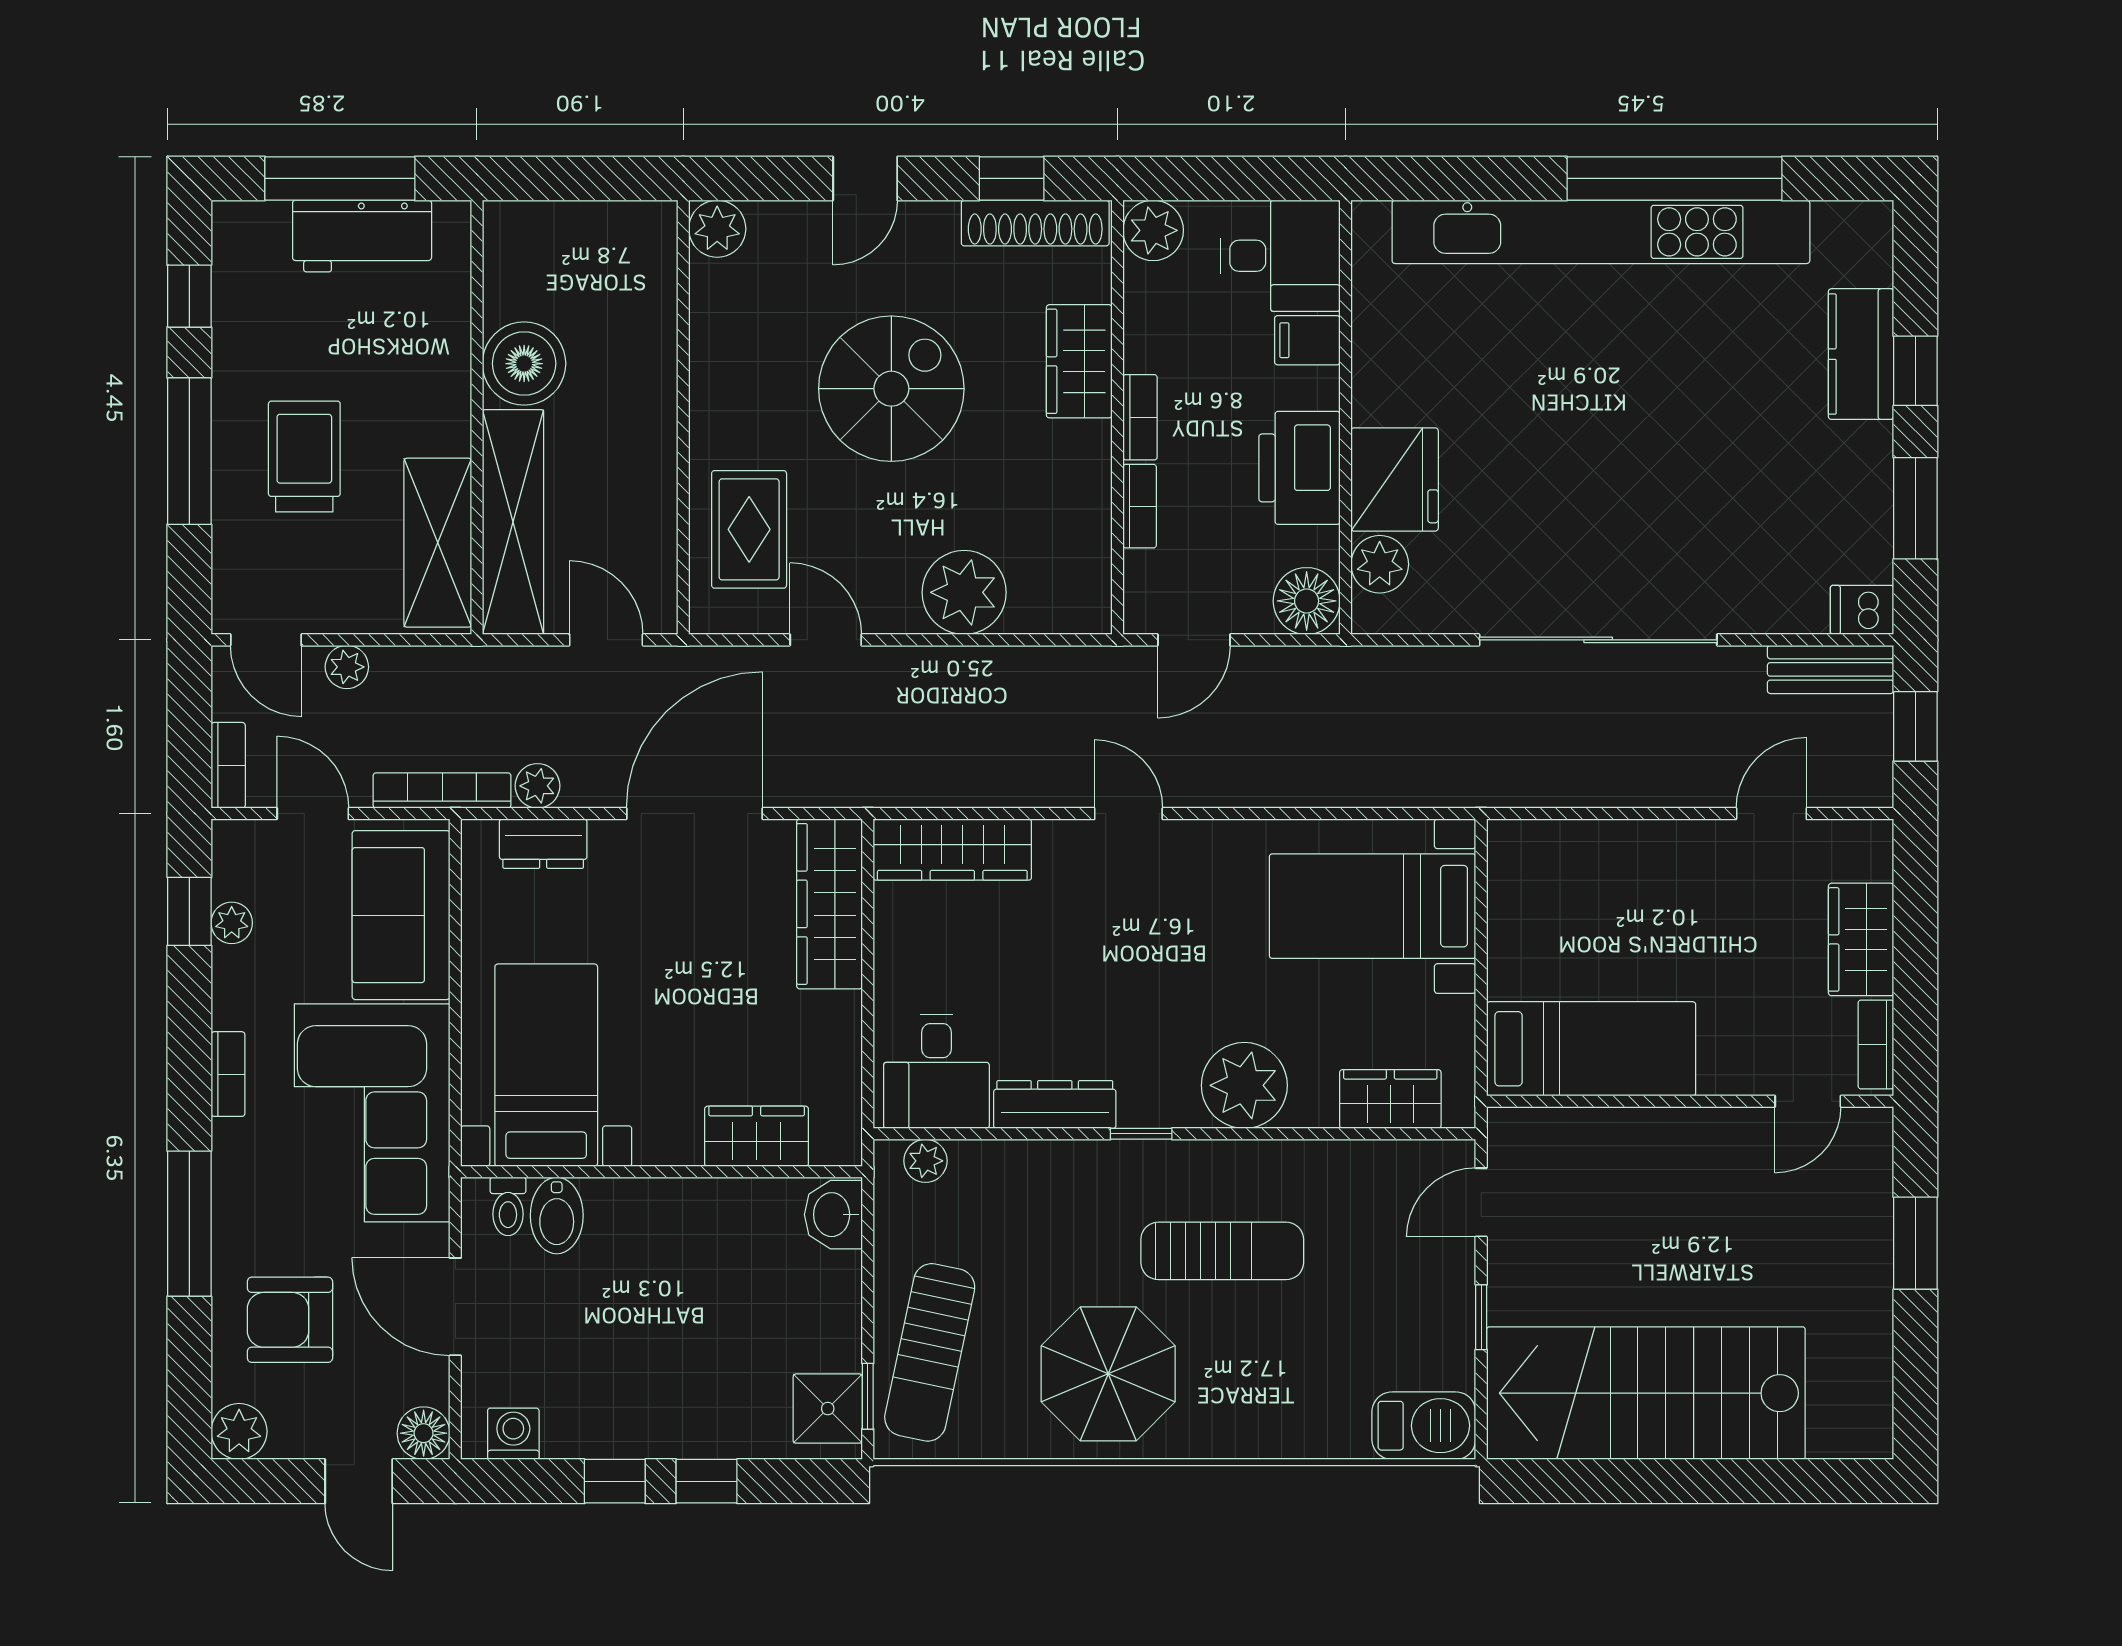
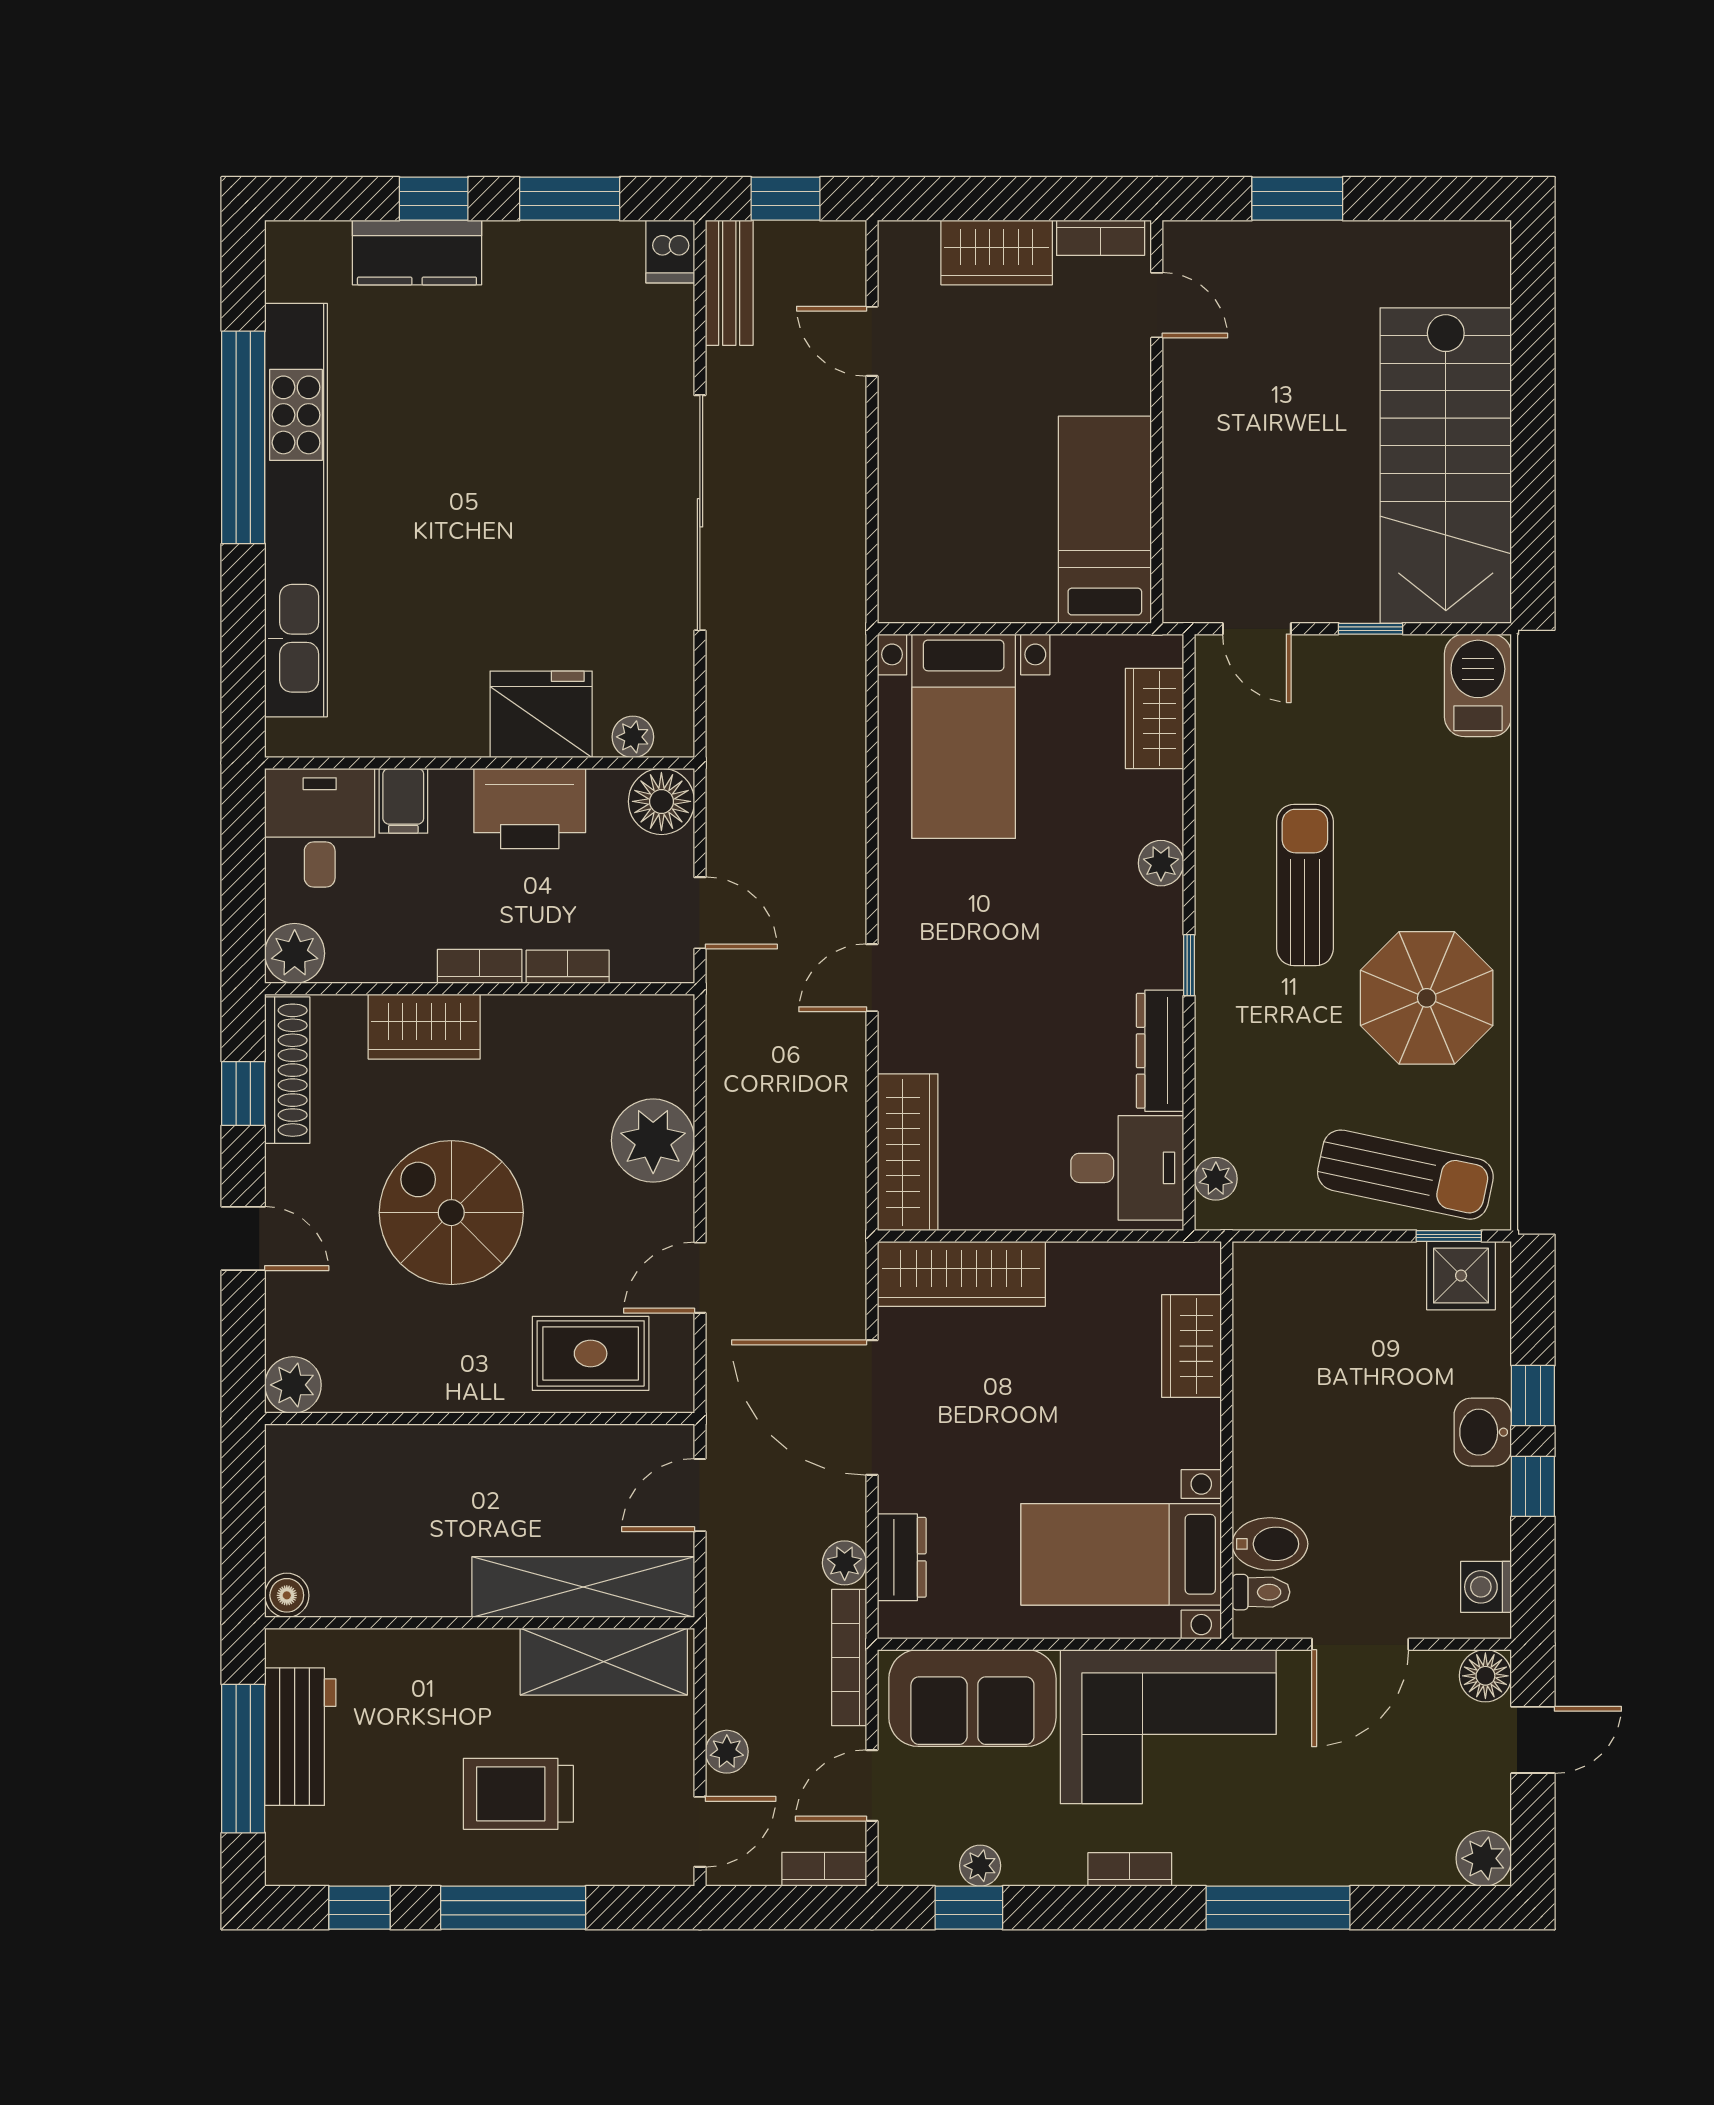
boiler: (524, 364) -> (287, 1595), moved, width x0.54, depth x0.54
plant: (1380, 564) -> (633, 737), width x0.73, depth x0.73
plant: (1244, 1085) -> (1161, 863), width x0.53, depth x0.53
washbasin: (833, 1215) -> (1483, 1432), moved, turned 90
armchair: (290, 1320) -> (1373, 1808), removed

